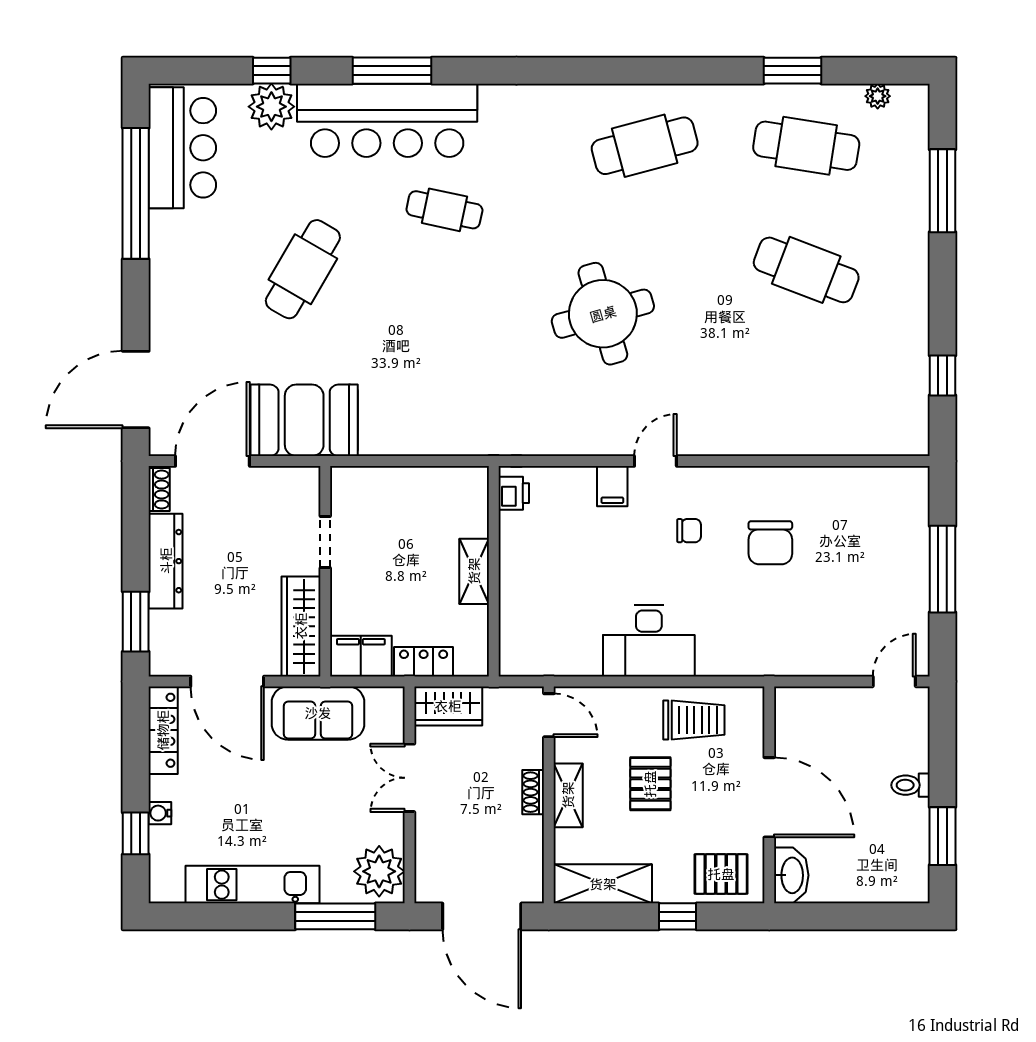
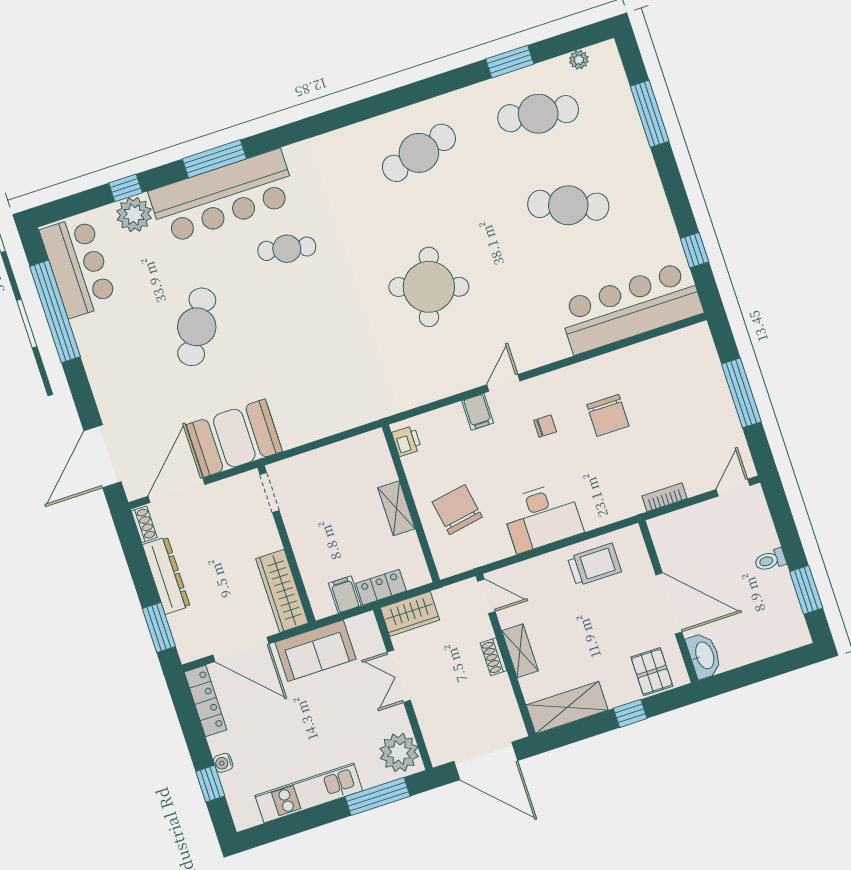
round table: (603, 314) -> (429, 287), turned 34
bar counter: (841, 420) -> (630, 308), added
doorway: (325, 542) -> (269, 493), moved
chair: (548, 598) -> (457, 510), added
filing cabinet: (361, 656) -> (345, 594), width x0.50
bookcase: (806, 666) -> (664, 497), added
pallet: (650, 784) -> (578, 622), removed
pallet: (721, 874) -> (652, 672), turned 90

